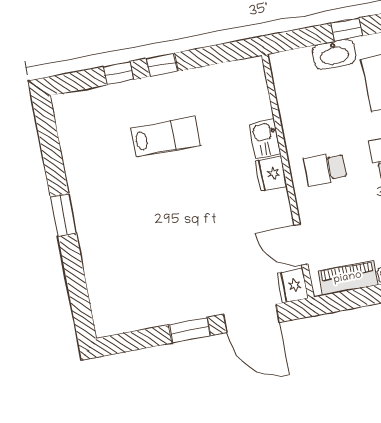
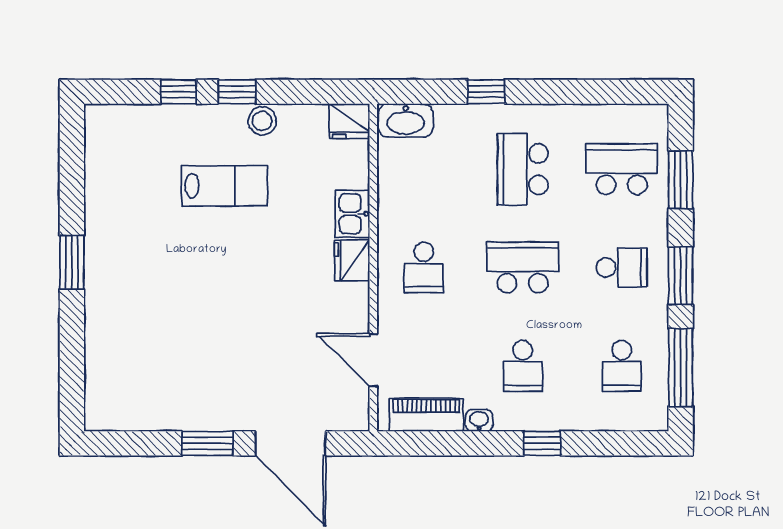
washbasin: (334, 54) -> (406, 120), moved
stool: (185, 83) -> (262, 121), added
school desk: (325, 169) -> (424, 268), turned -90
fridge: (293, 286) -> (350, 121), moved, turned -90

